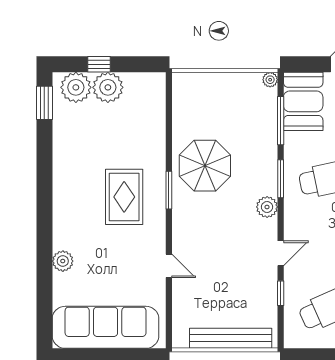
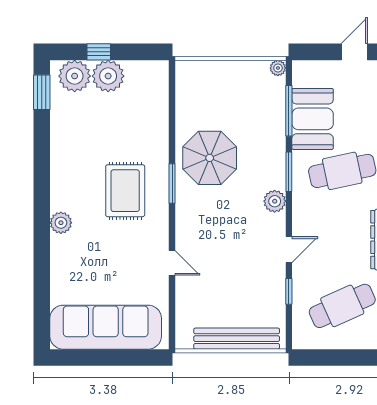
booth: (303, 101) -> (313, 119), moved
plant: (63, 261) -> (61, 223), moved

